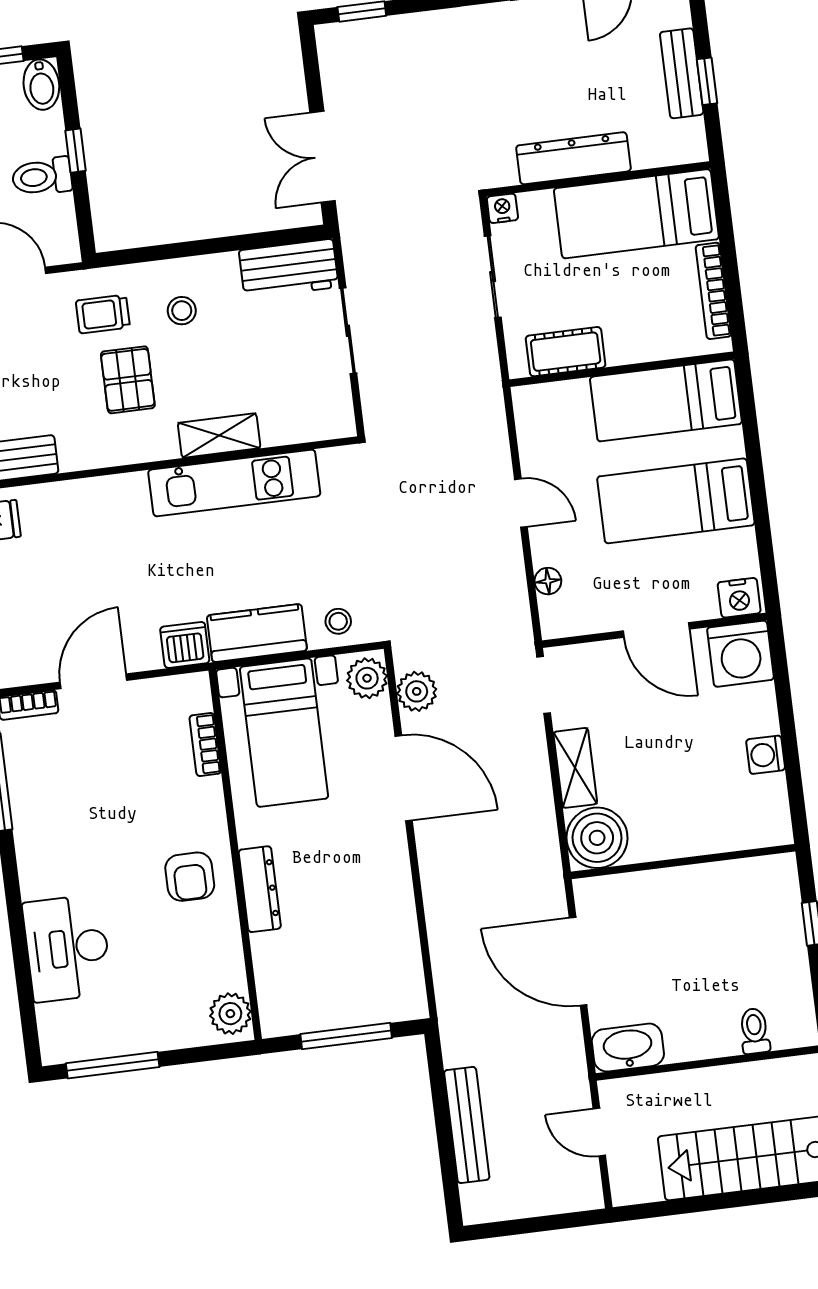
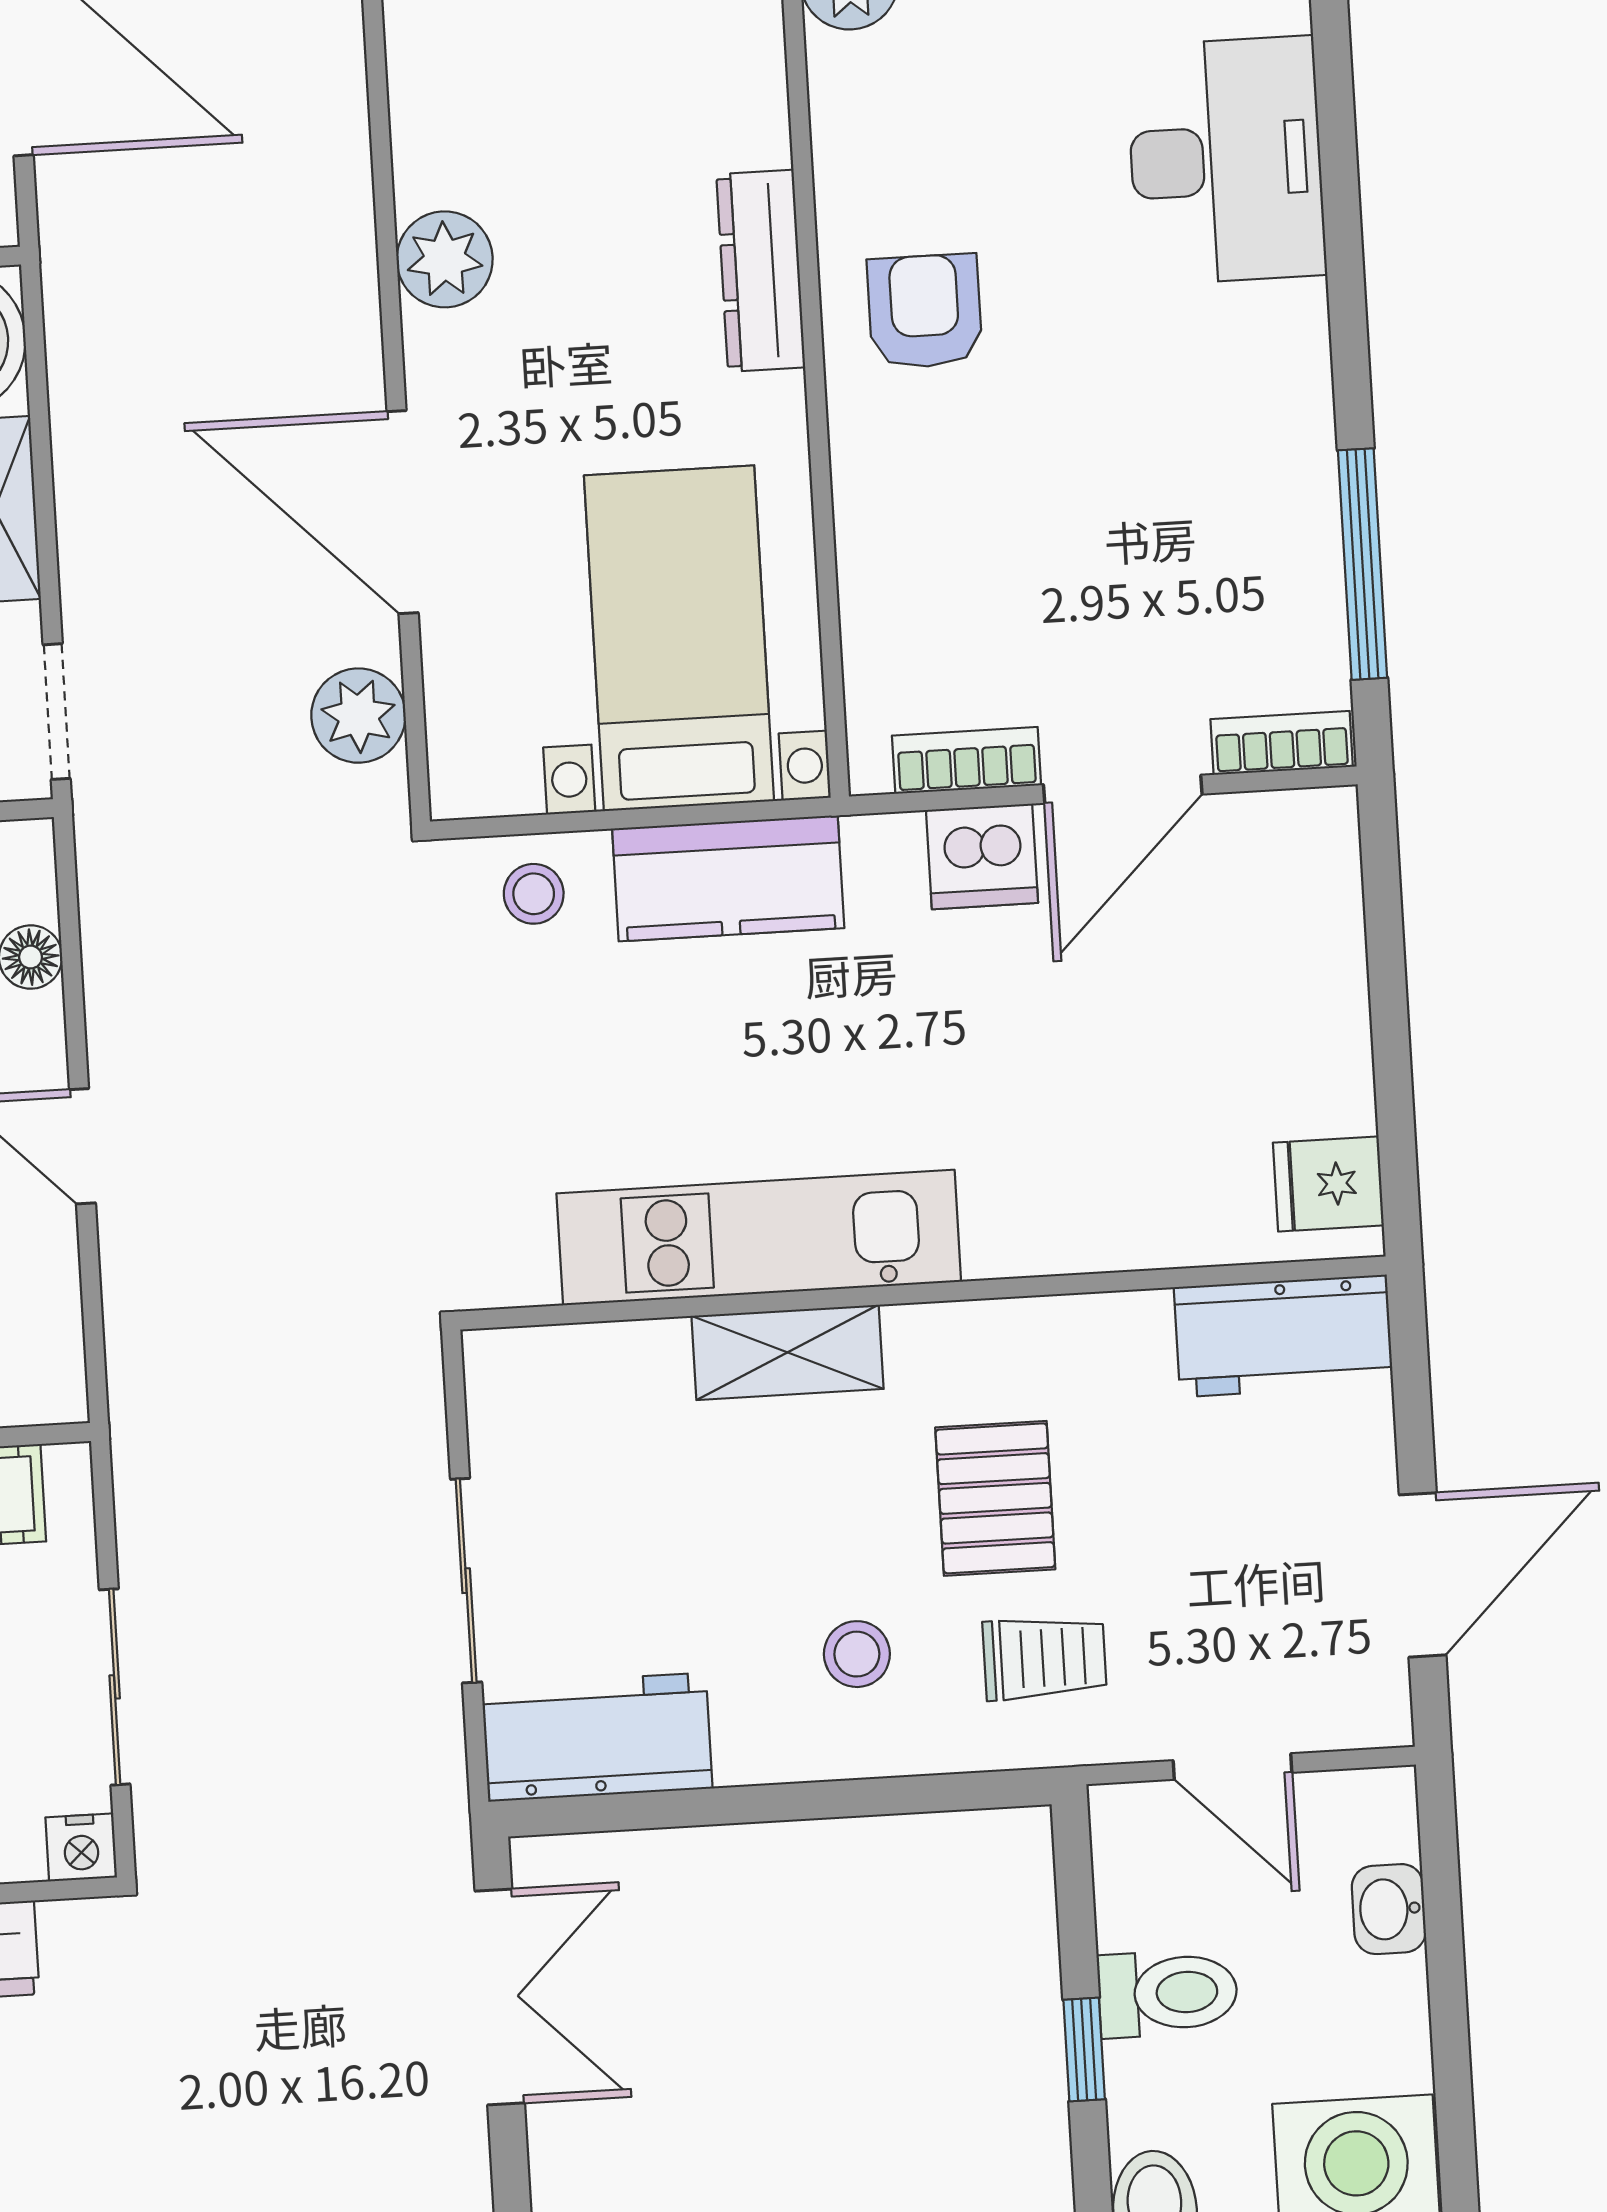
dishwasher: (185, 645) -> (982, 856), moved
plant: (367, 678) -> (445, 259), moved
bookcase: (205, 745) -> (967, 760), moved, turned -90

